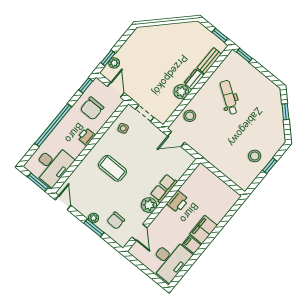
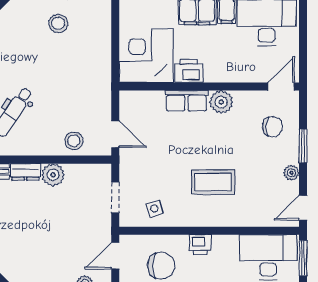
coffee table: (112, 168) -> (213, 182), turned 90
corner desk: (203, 187) -> (146, 56), added
plant: (94, 218) -> (291, 173), moved
door: (140, 232) -> (281, 87), moved

